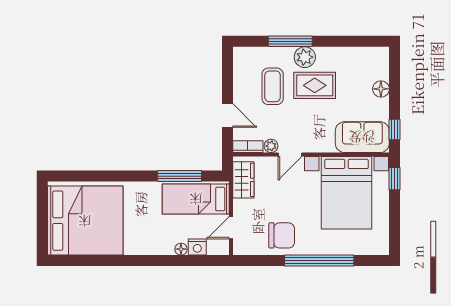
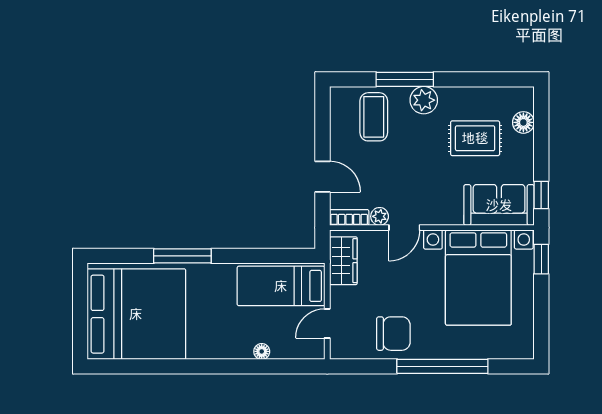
rug: (315, 85) -> (475, 138), moved
coffee table: (273, 86) -> (374, 117), moved
floor lamp: (381, 89) -> (523, 122), moved
window: (180, 176) -> (182, 256), moved
nightstand: (197, 247) -> (283, 349), removed

